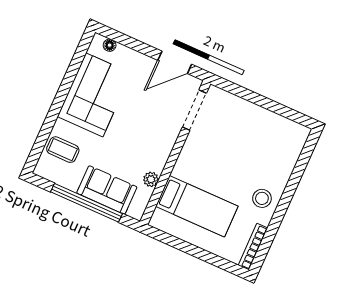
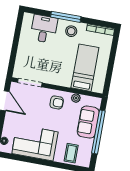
armchair: (151, 146) -> (57, 102), added
desk: (277, 155) -> (44, 29), added
window: (288, 195) -> (66, 17), added

